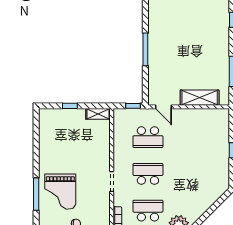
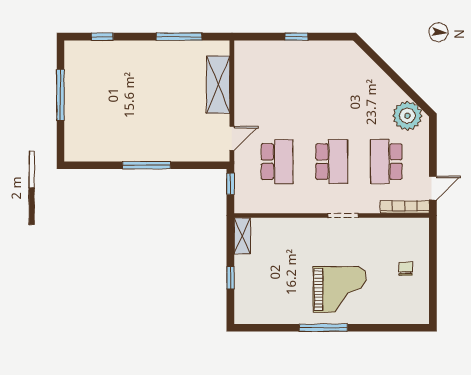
school desk: (148, 174) -> (332, 162), turned 180
grand piano: (60, 192) -> (340, 289), moved
window: (36, 194) -> (323, 328), moved

